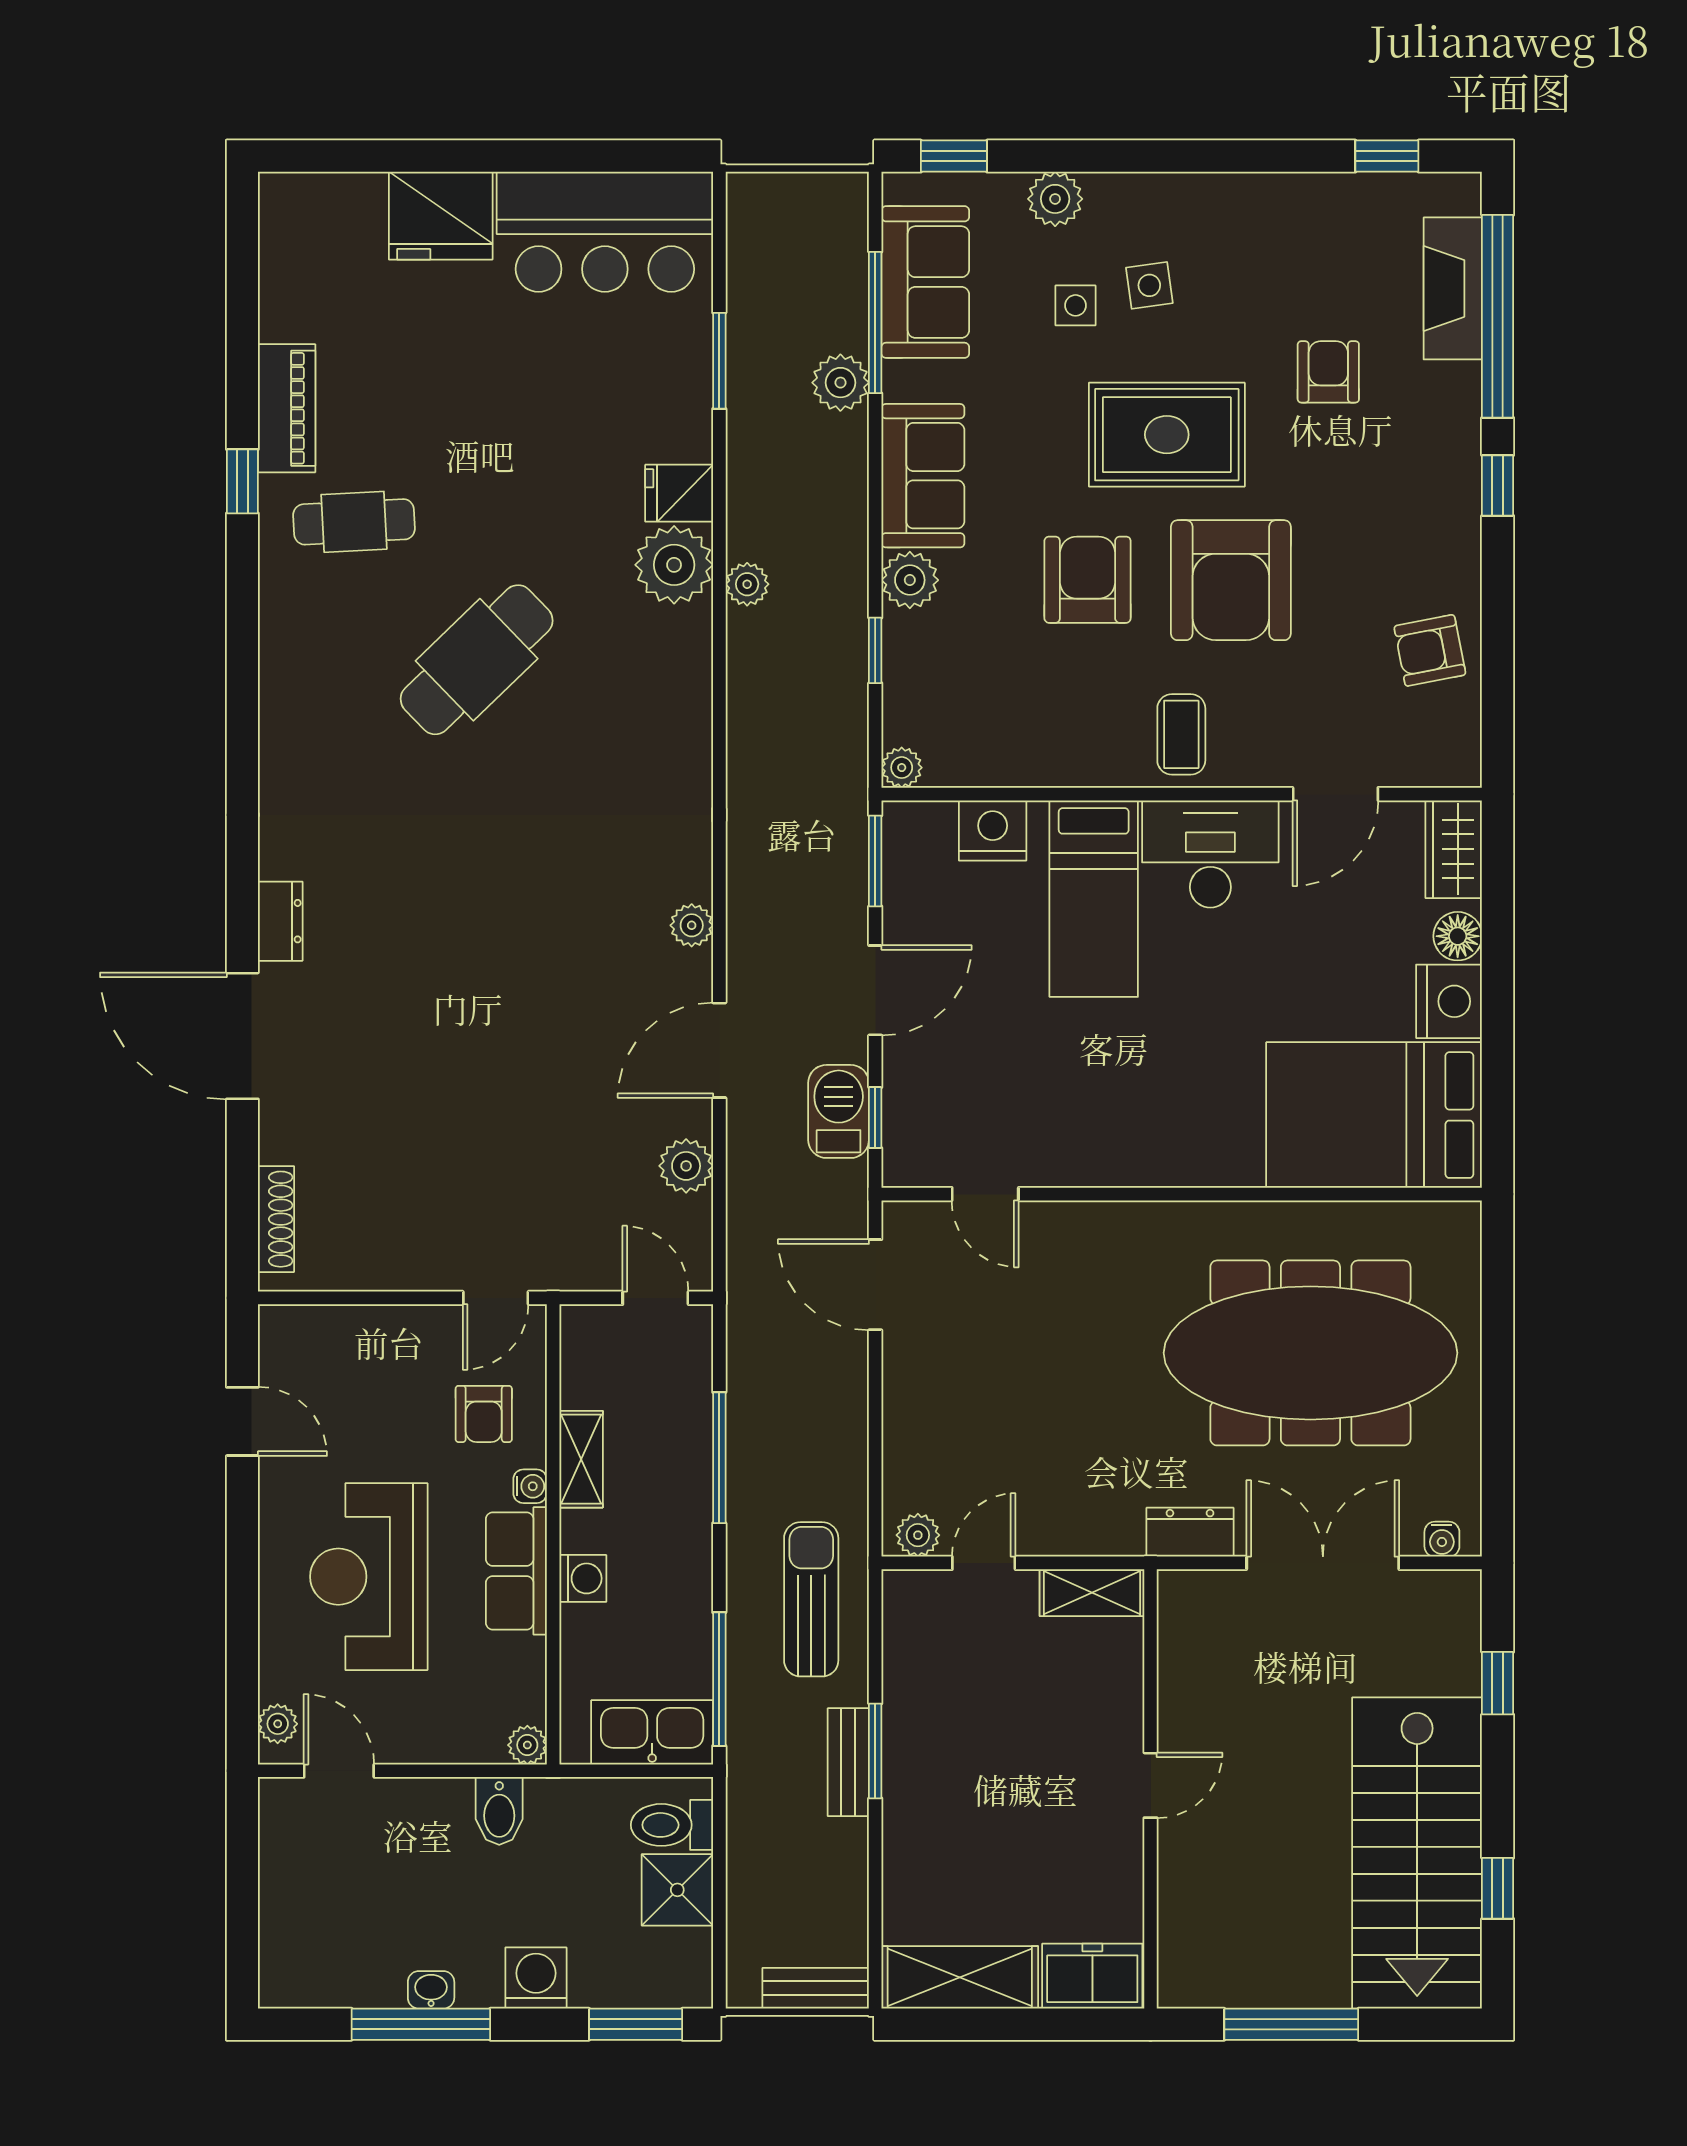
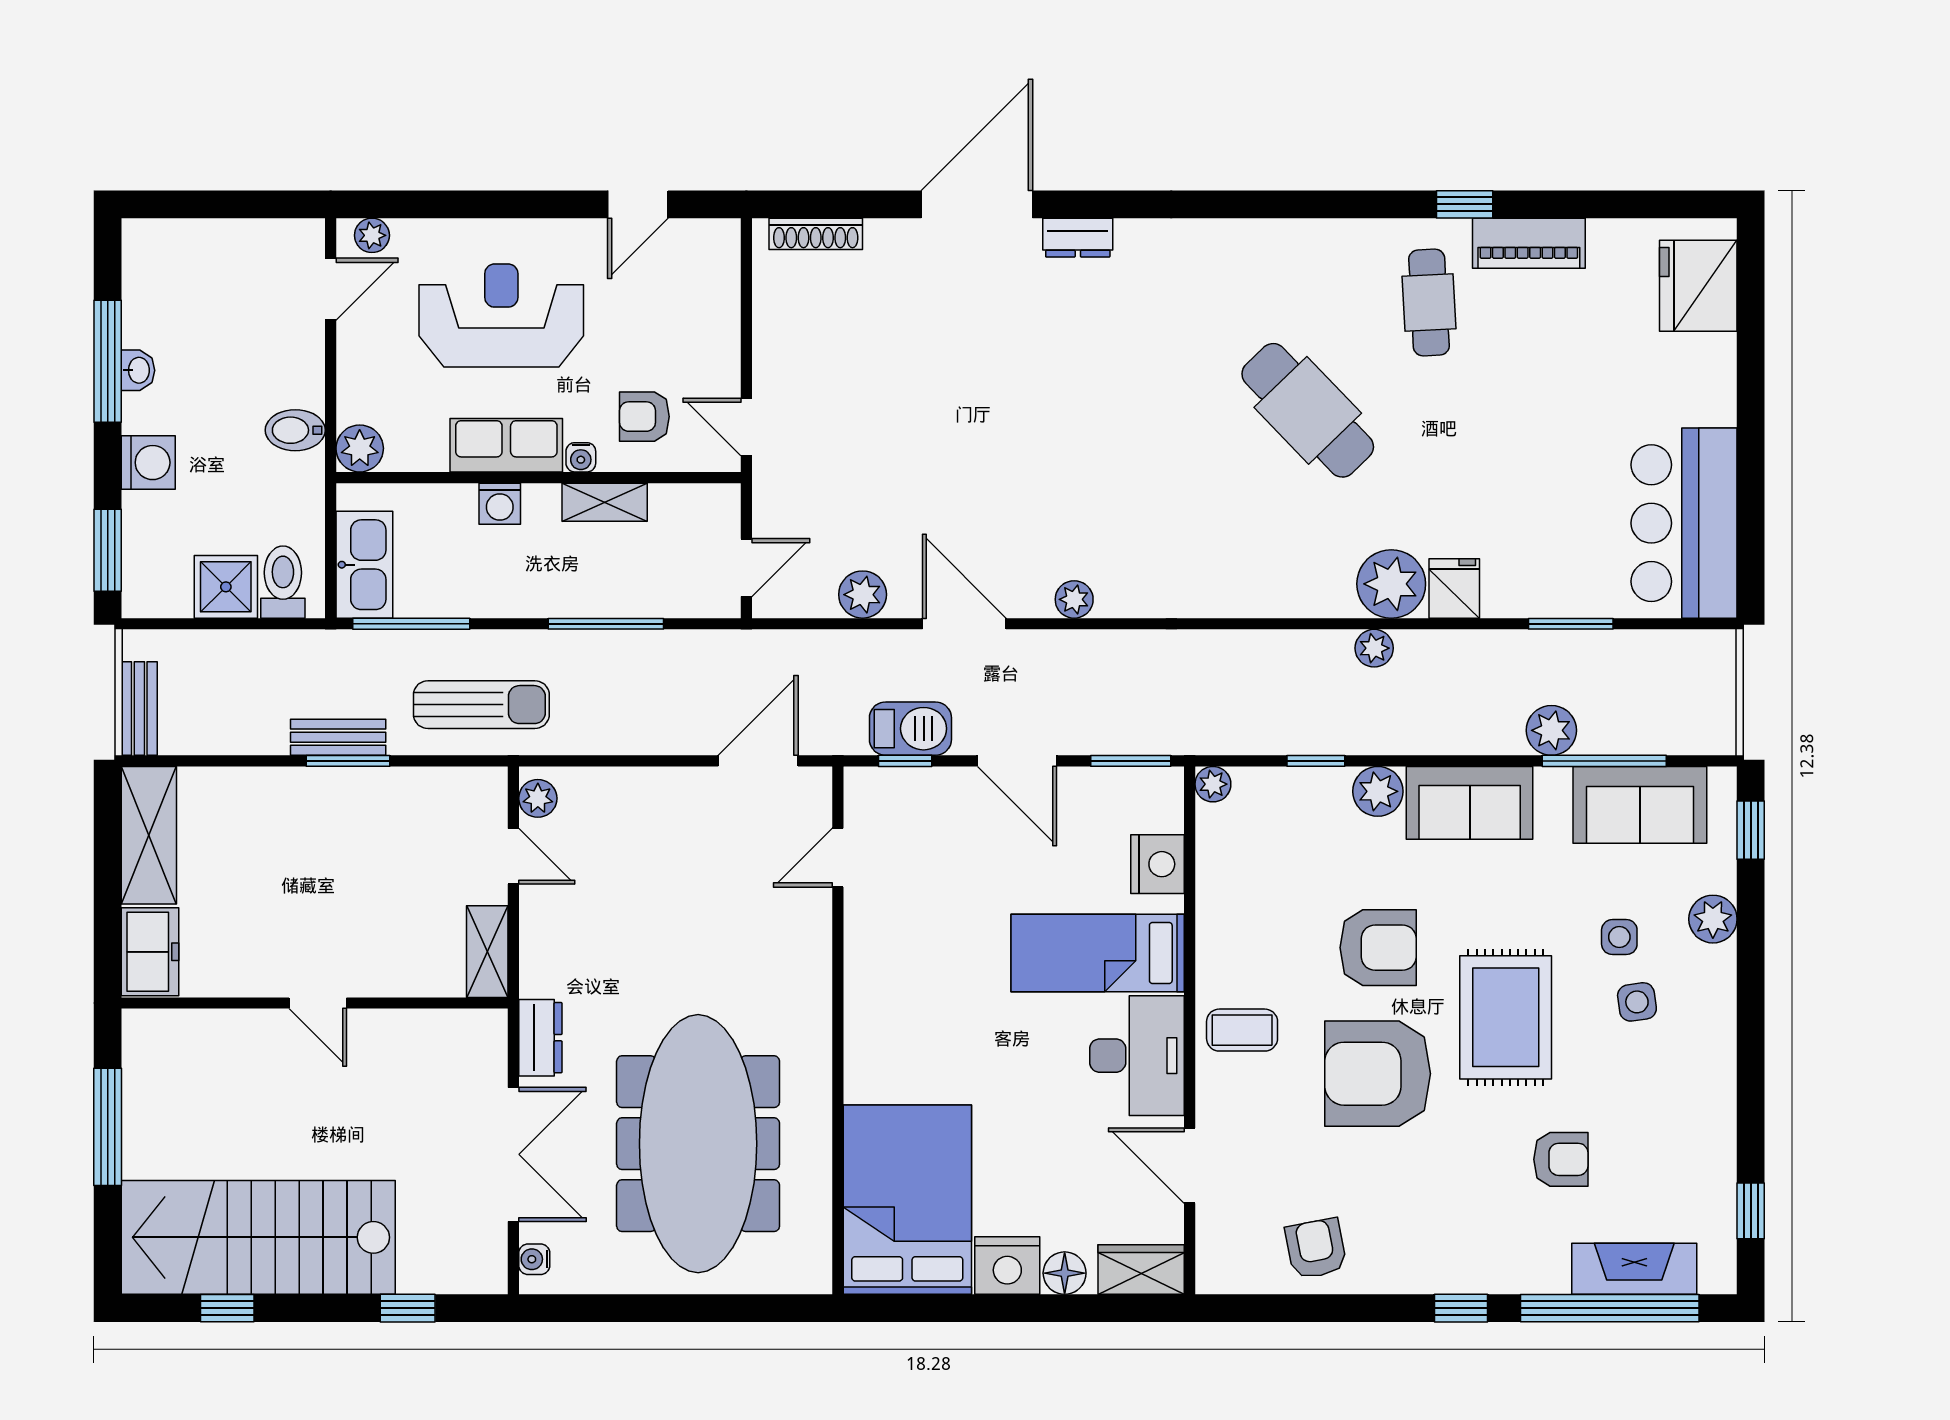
fridge: (441, 216) -> (1698, 286), moved
plant: (527, 1745) -> (360, 448), width x1.38, depth x1.38

